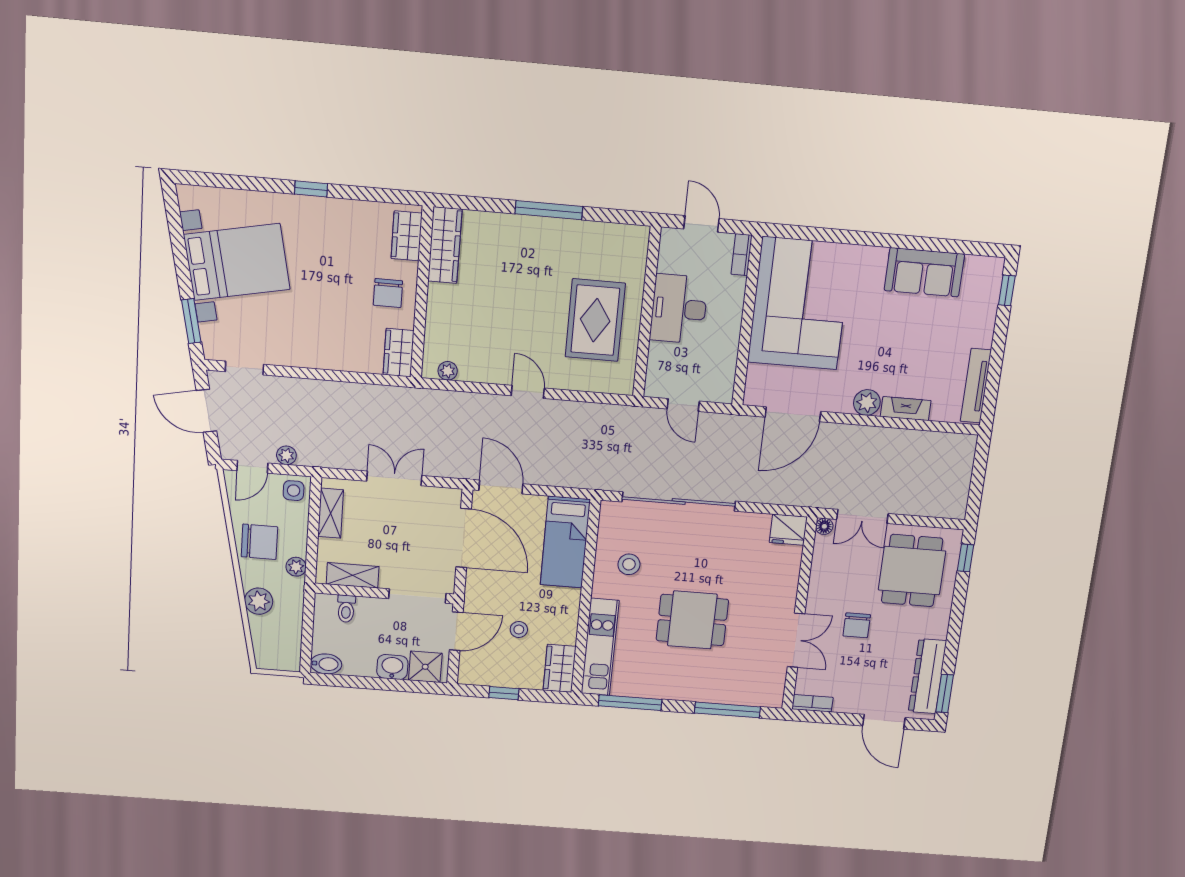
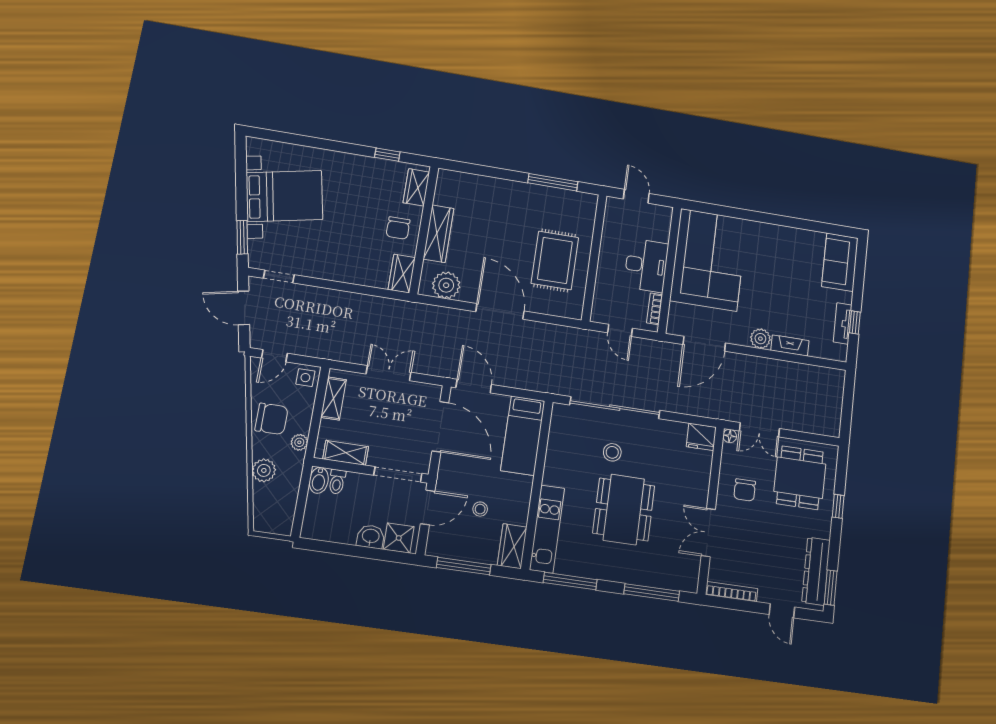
window: (311, 189) -> (387, 155), moved
window: (549, 210) -> (553, 182), moved
wardrobe: (445, 245) -> (438, 234), moved
bookcase: (742, 255) -> (655, 309), moved
sofa: (924, 272) -> (840, 262), moved, turned 90
window: (1007, 290) -> (855, 322), moved
desk: (679, 309) -> (646, 265), moved, turned 180
plant: (448, 371) -> (446, 285), width x1.88, depth x1.88
tv unit: (976, 386) -> (843, 323), width x0.71
door: (528, 392) -> (500, 311), width x1.88
plant: (286, 455) -> (303, 348), removed
window: (966, 558) -> (838, 506), moved
stool: (629, 564) -> (612, 452), moved
dining table: (692, 620) -> (624, 509), width x1.38
chair: (857, 625) -> (745, 490), moved
double door: (796, 640) -> (708, 533), swing flipped
bidet: (326, 664) -> (319, 480), moved, turned 90
window: (504, 693) -> (464, 566), width x2.17
bookcase: (812, 703) -> (732, 592), width x1.56
door: (884, 722) -> (782, 611), width x0.73

